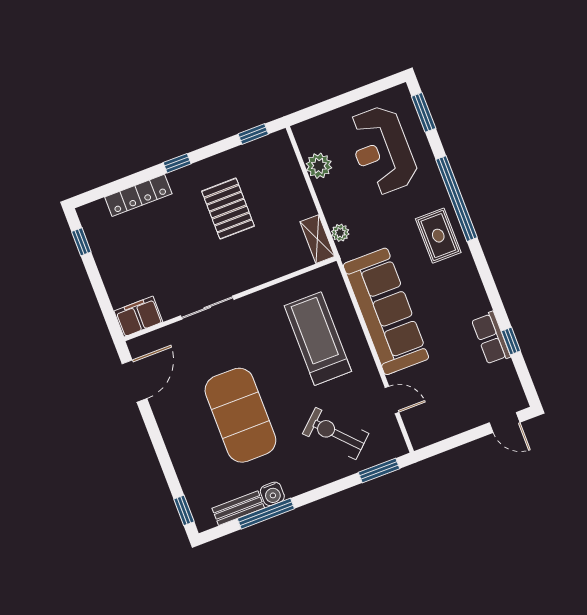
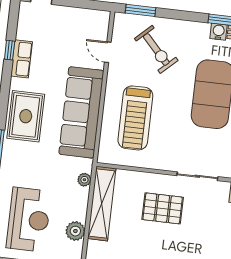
pallet: (228, 209) -> (163, 208), moved, turned 90
rug: (438, 236) -> (26, 116), moved, width x1.36, depth x1.43
shelving: (317, 239) -> (102, 204), width x2.20, depth x1.33

